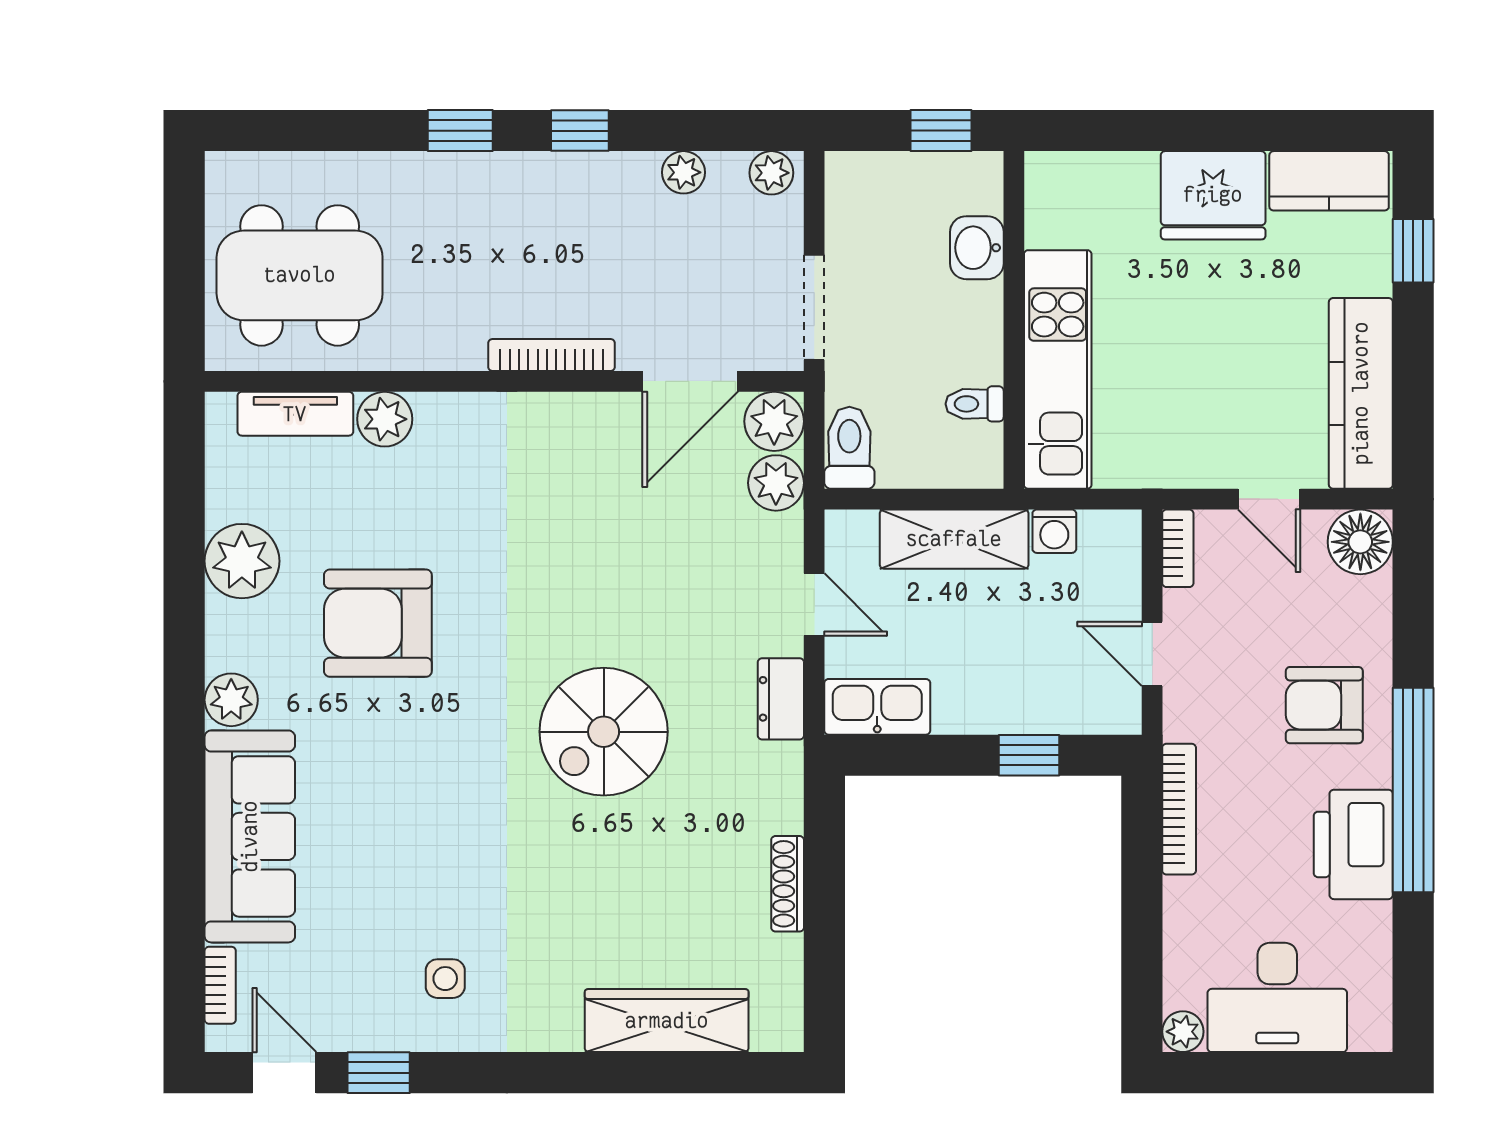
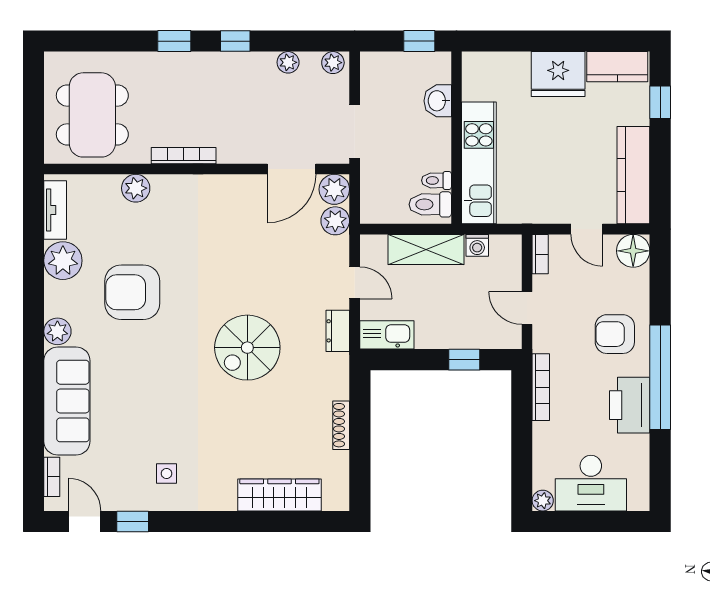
dining table: (300, 275) -> (92, 115), turned 90
bookcase: (552, 355) -> (184, 156), moved
tv unit: (295, 414) -> (55, 210), moved, turned -90
toilet: (849, 448) -> (430, 204), moved, turned -90

